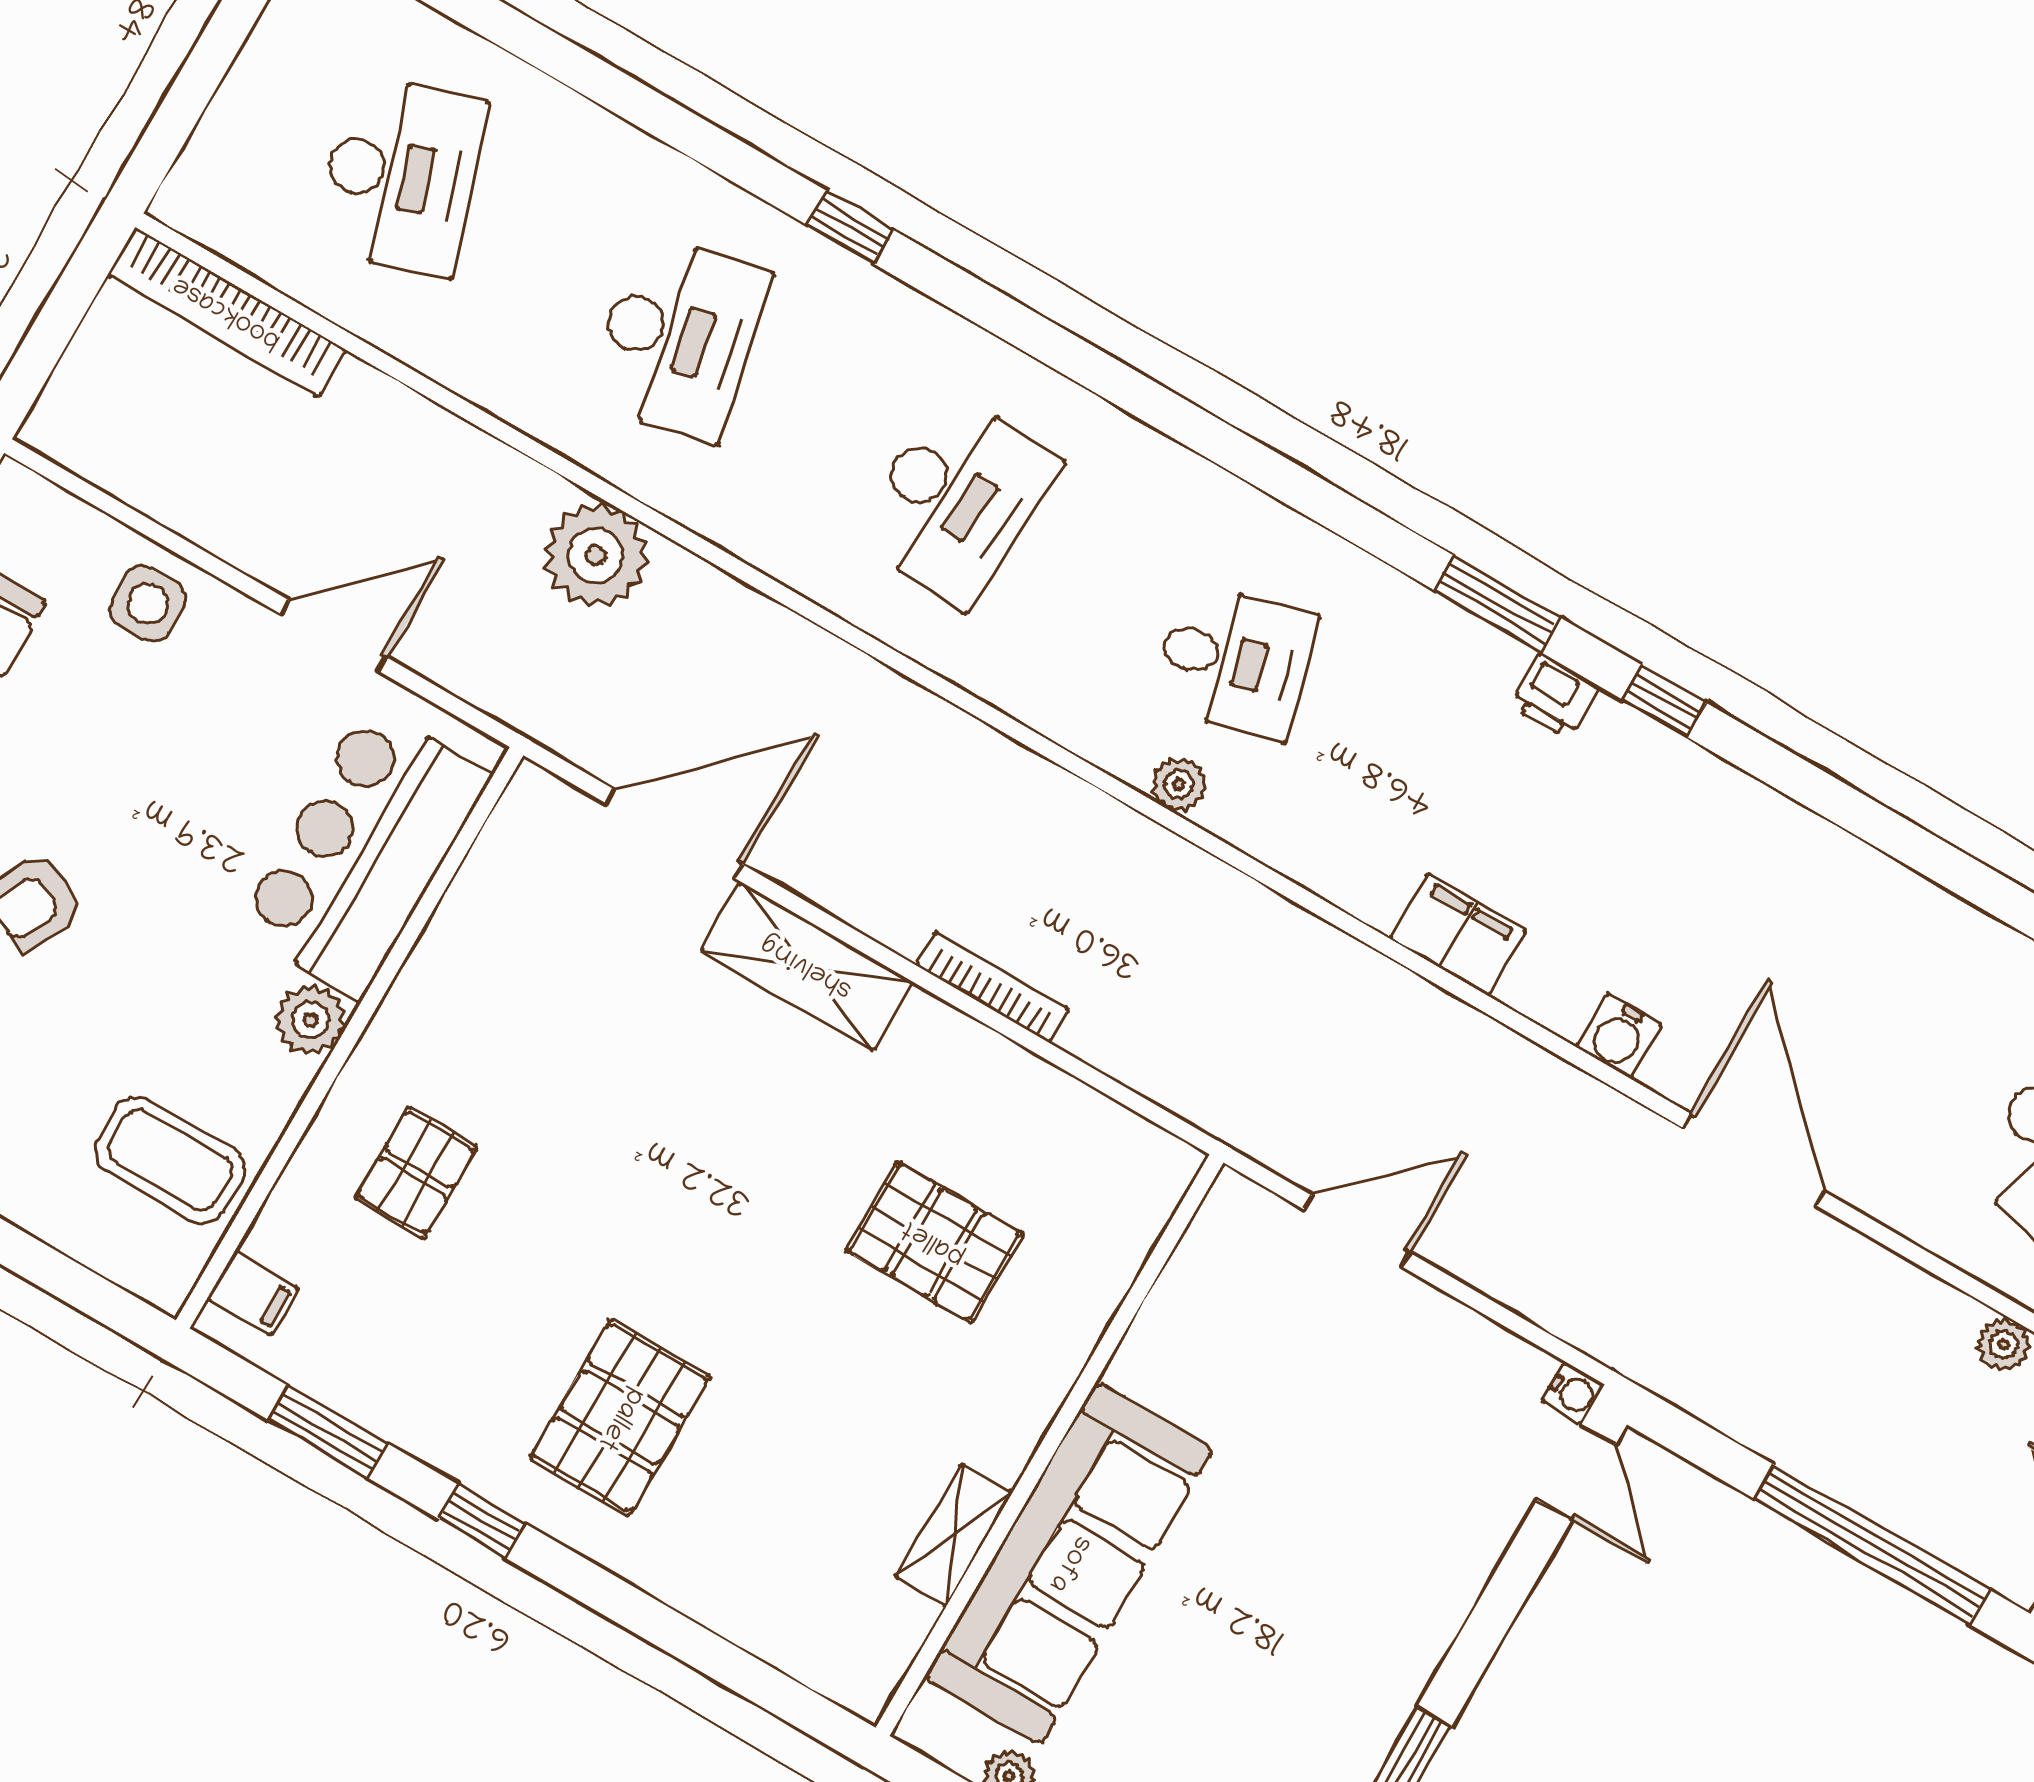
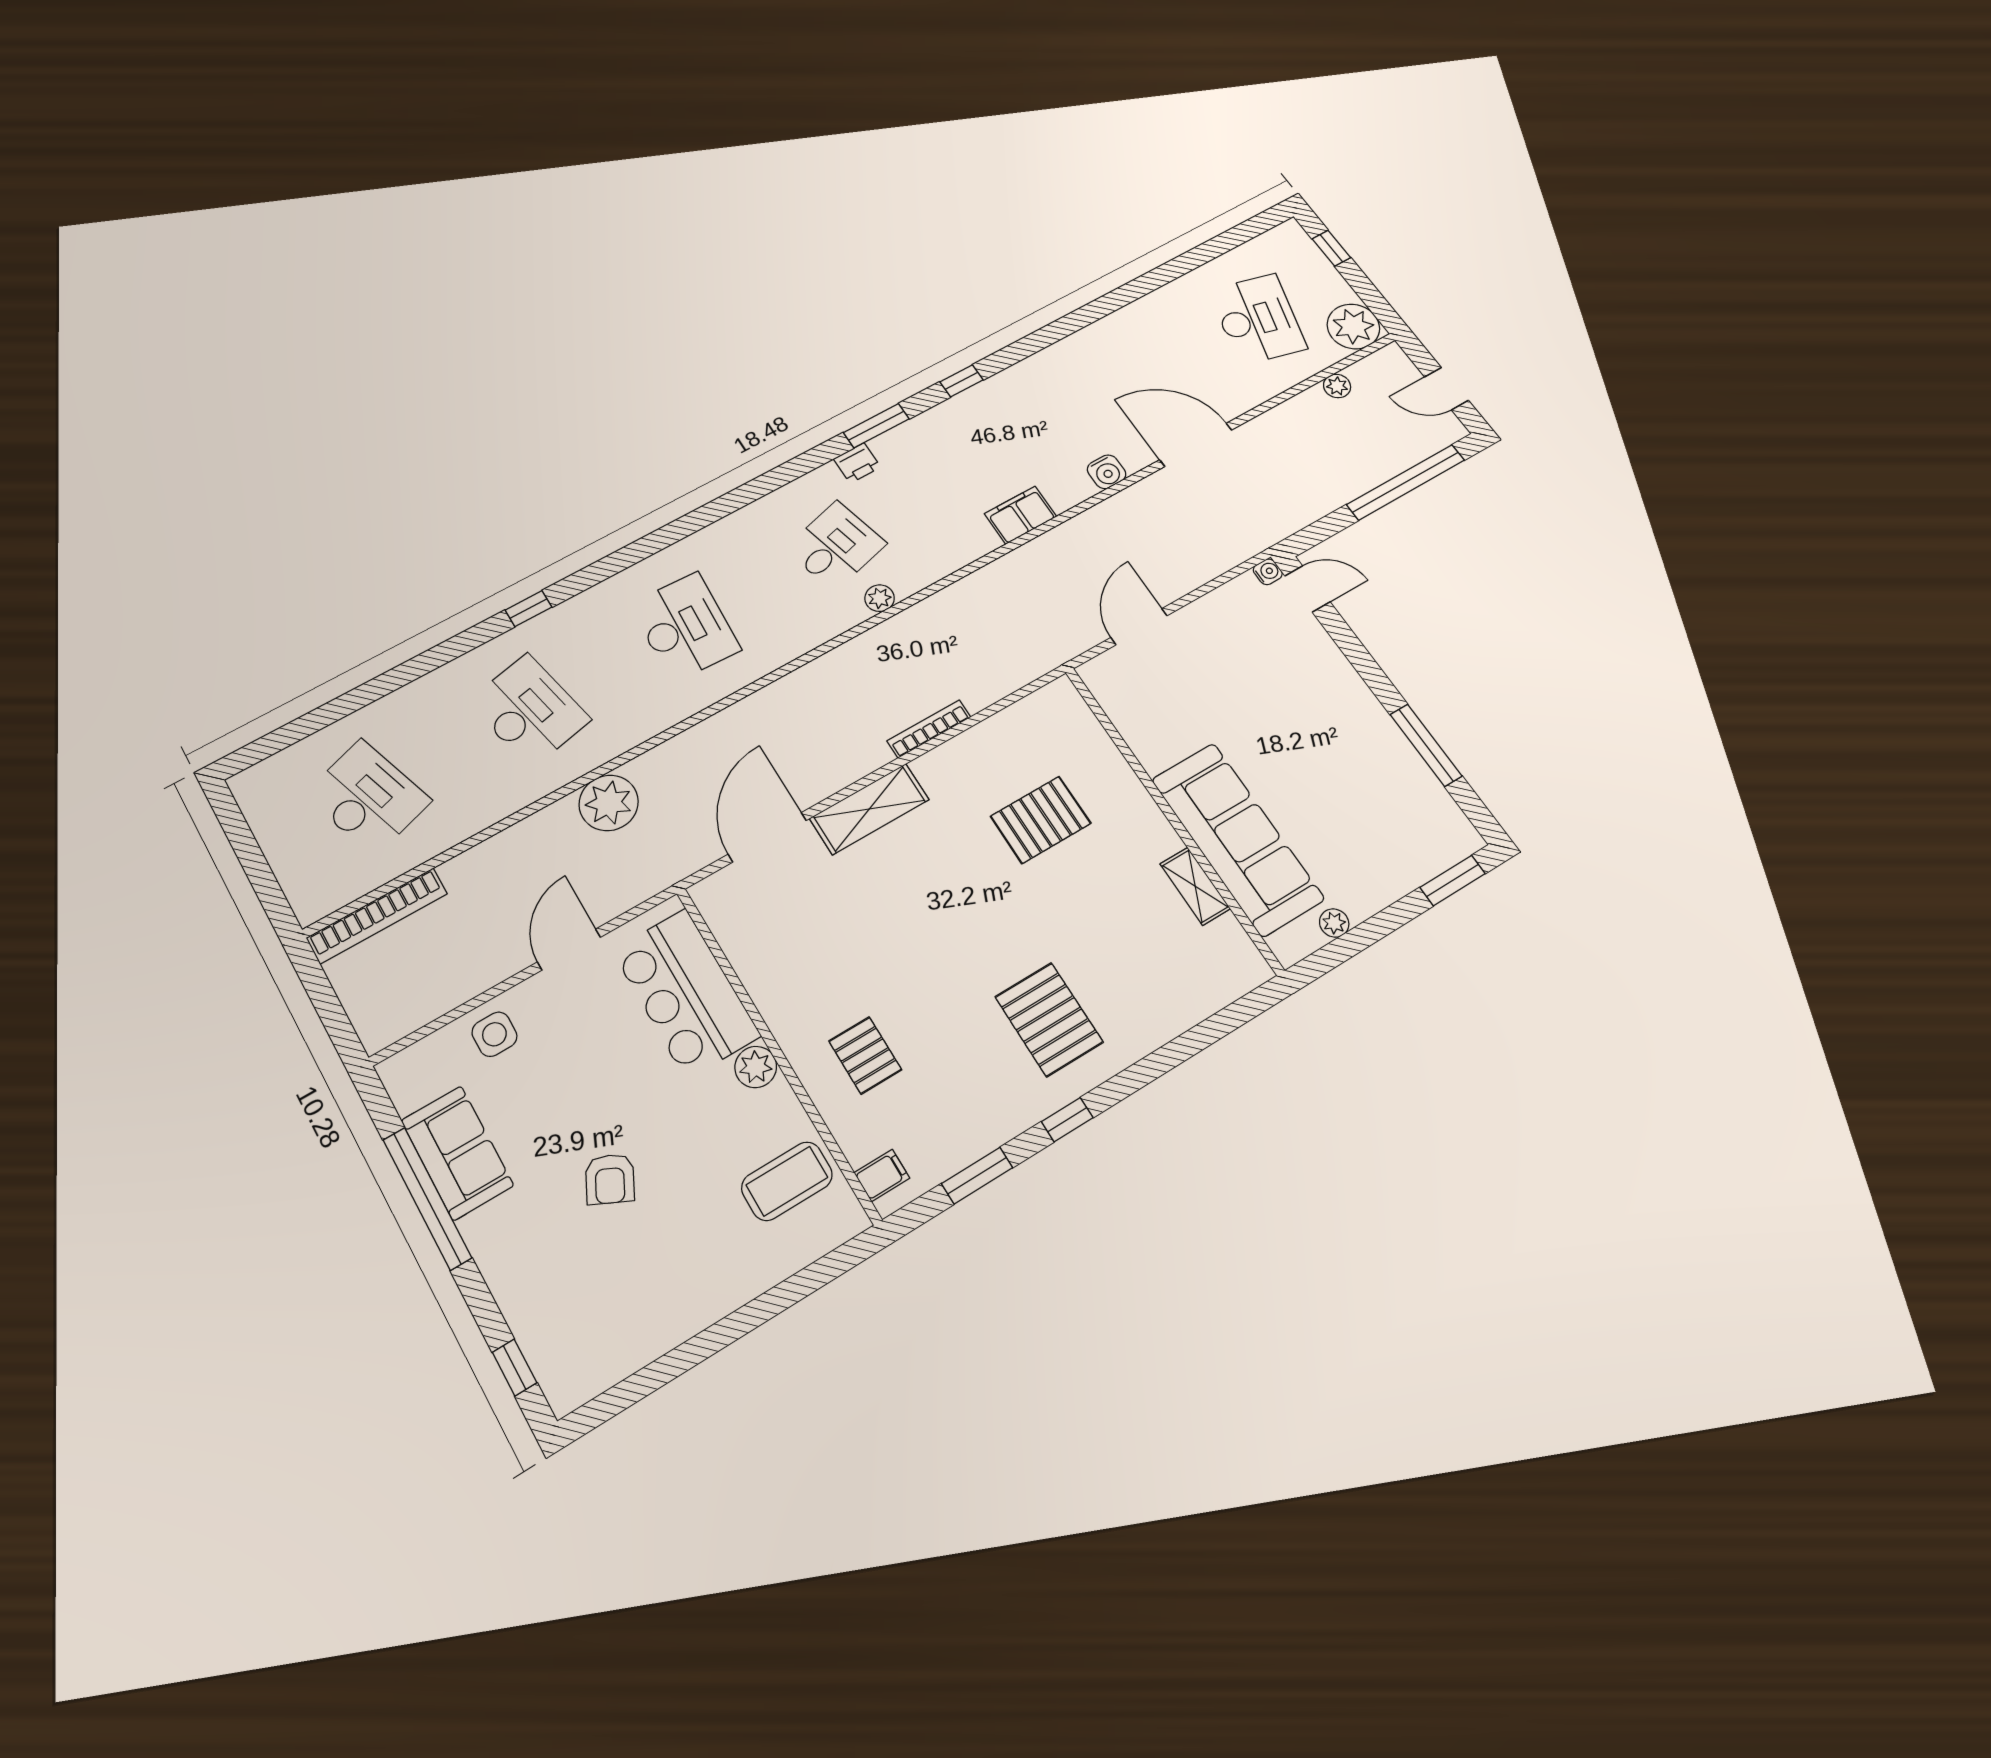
printer: (1555, 696) -> (857, 463), moved

